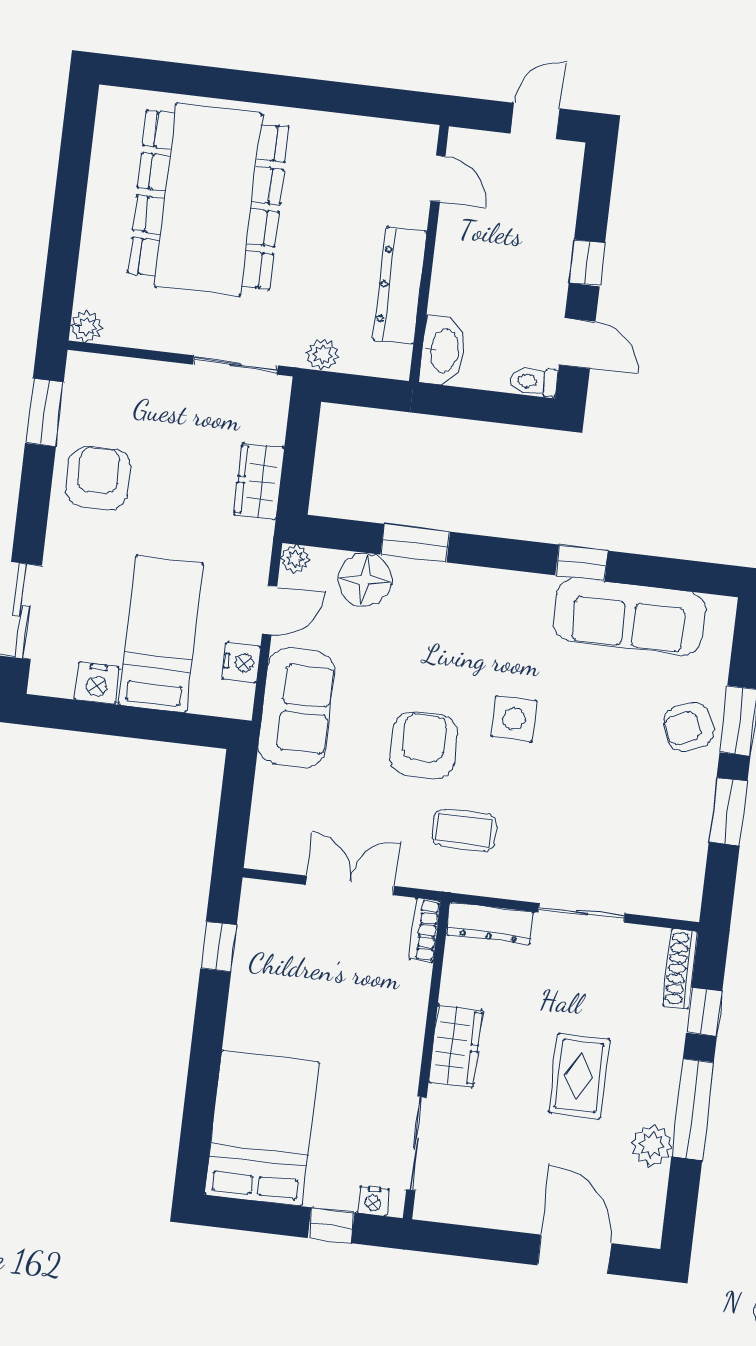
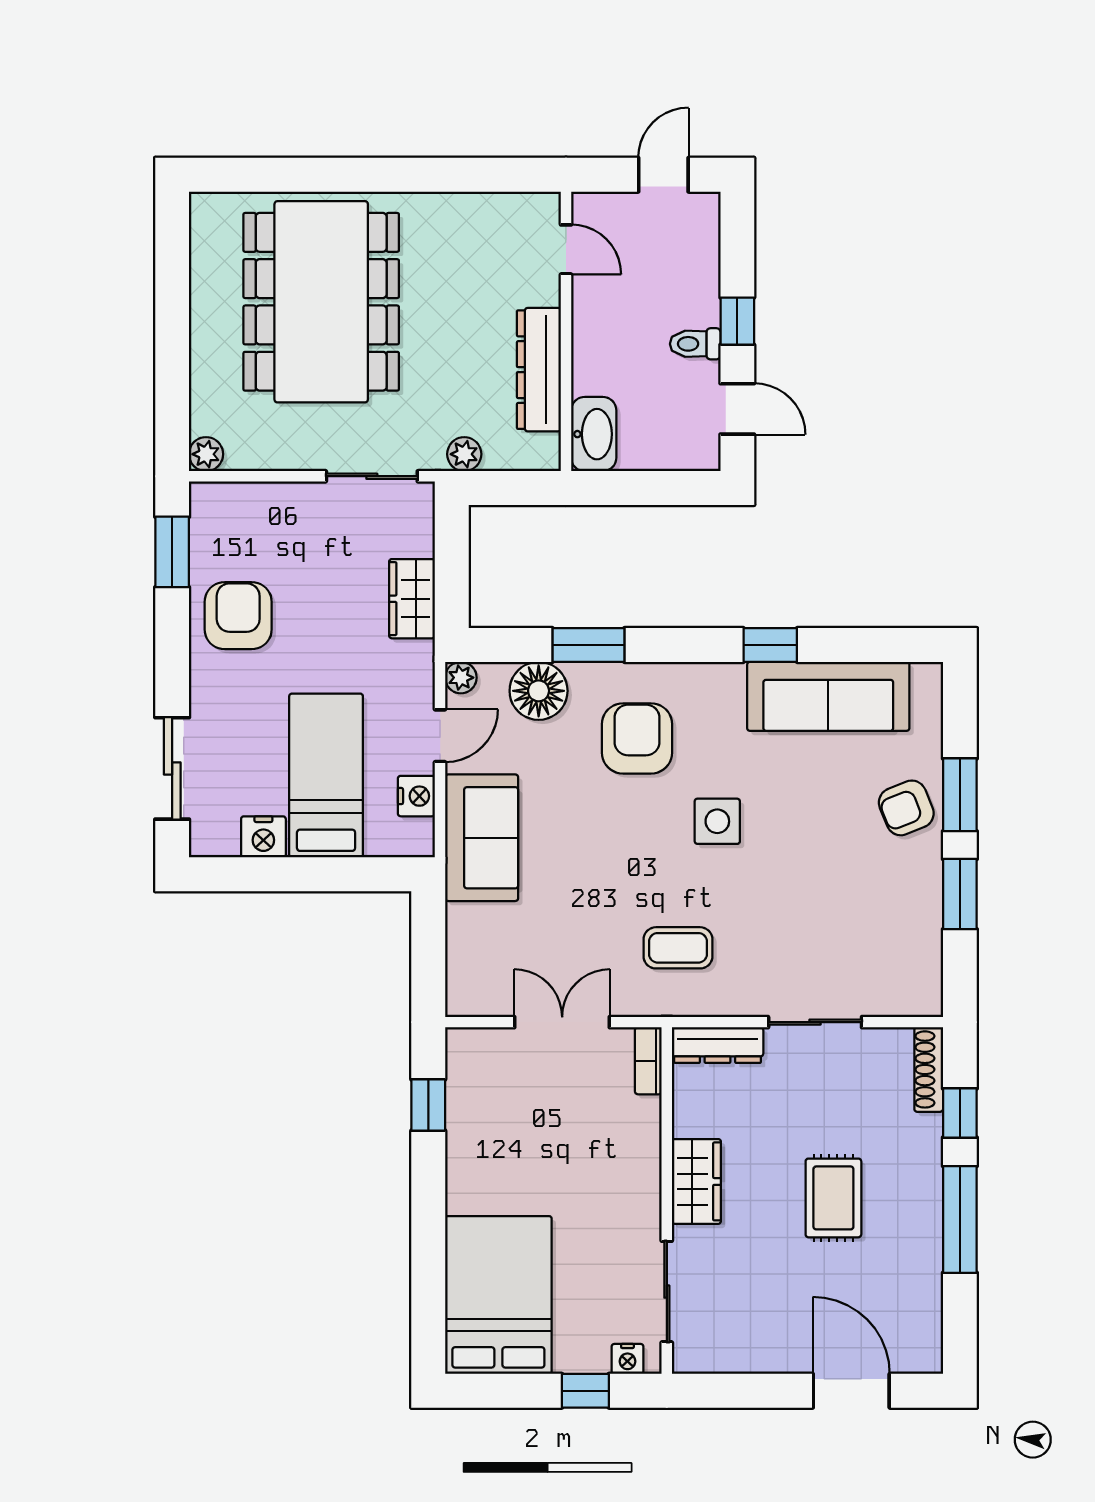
toilet: (534, 381) -> (695, 344), moved
armchair: (424, 745) -> (637, 738), moved
plant: (652, 1145) -> (920, 1263), removed

